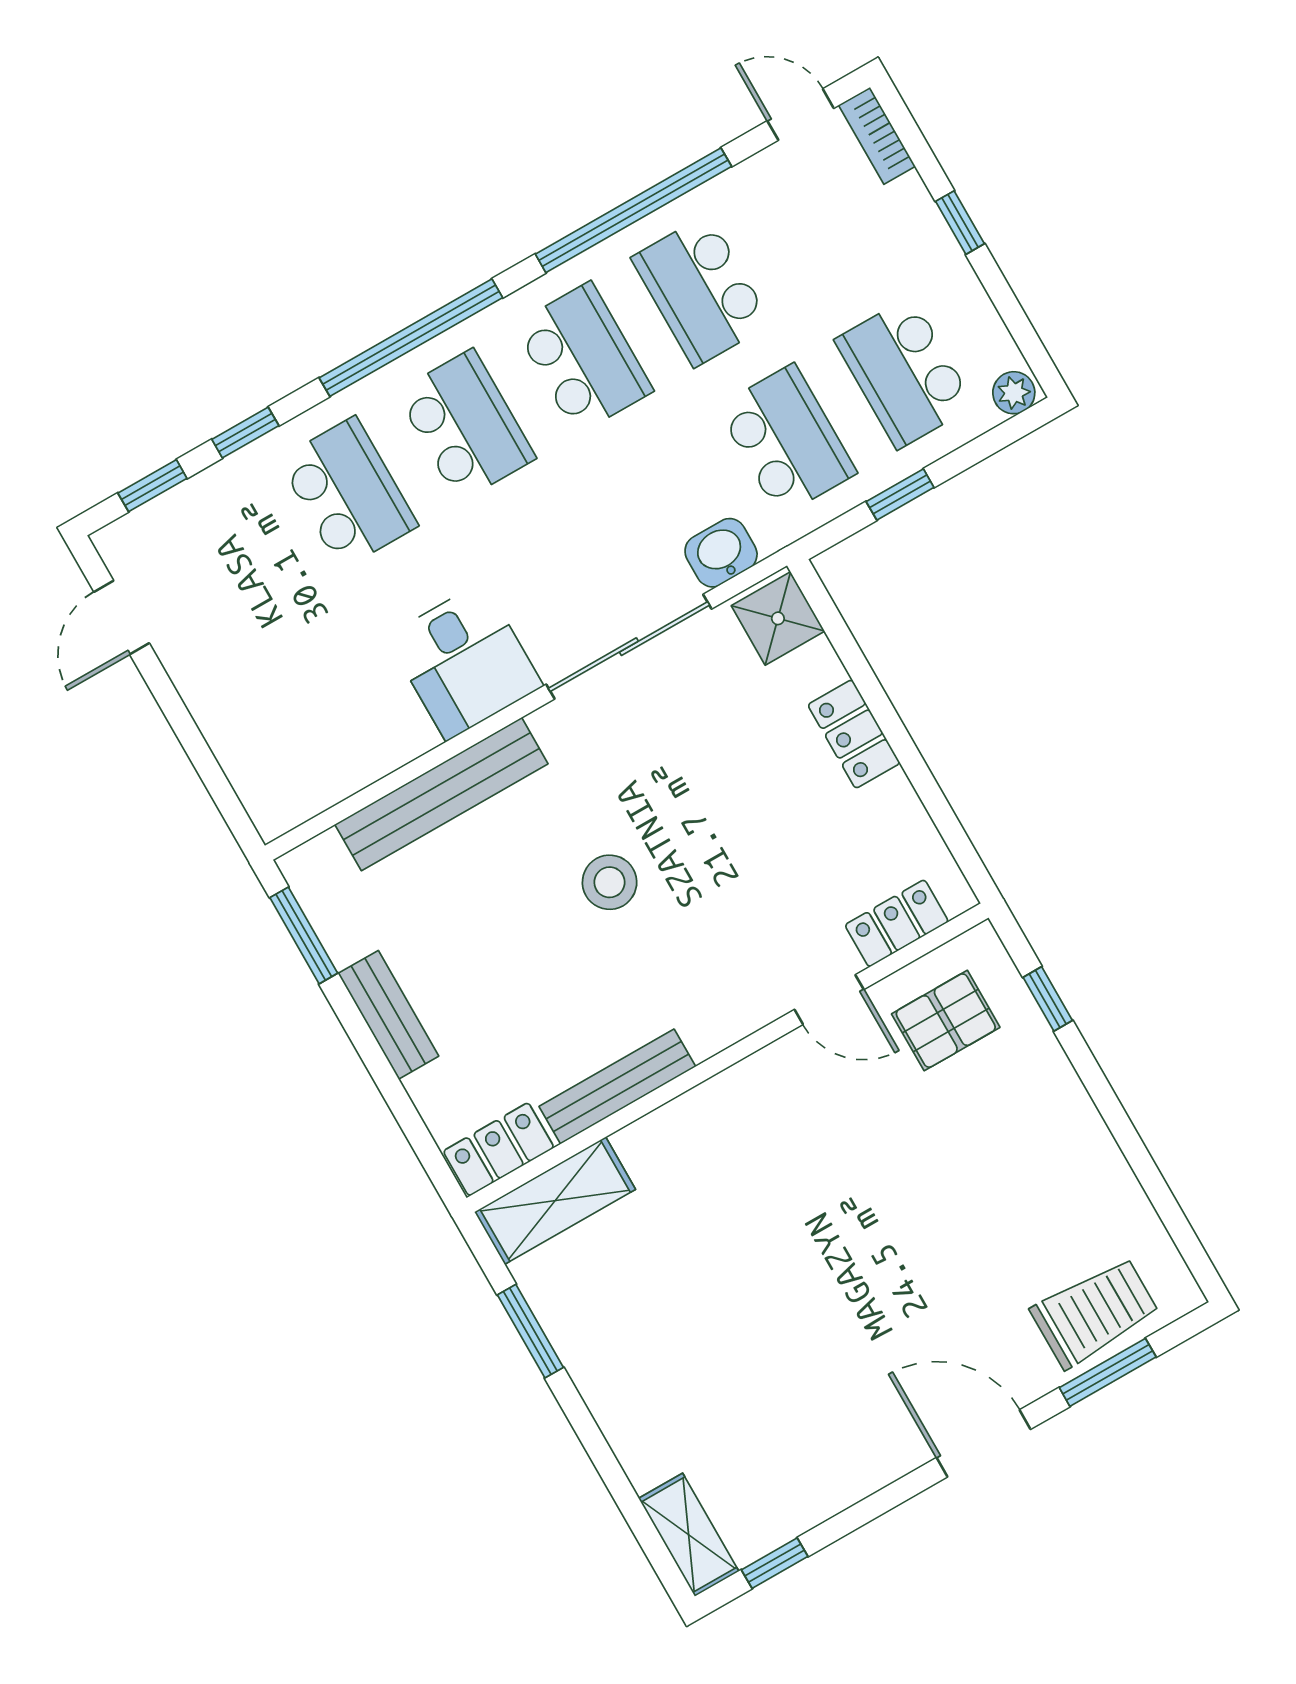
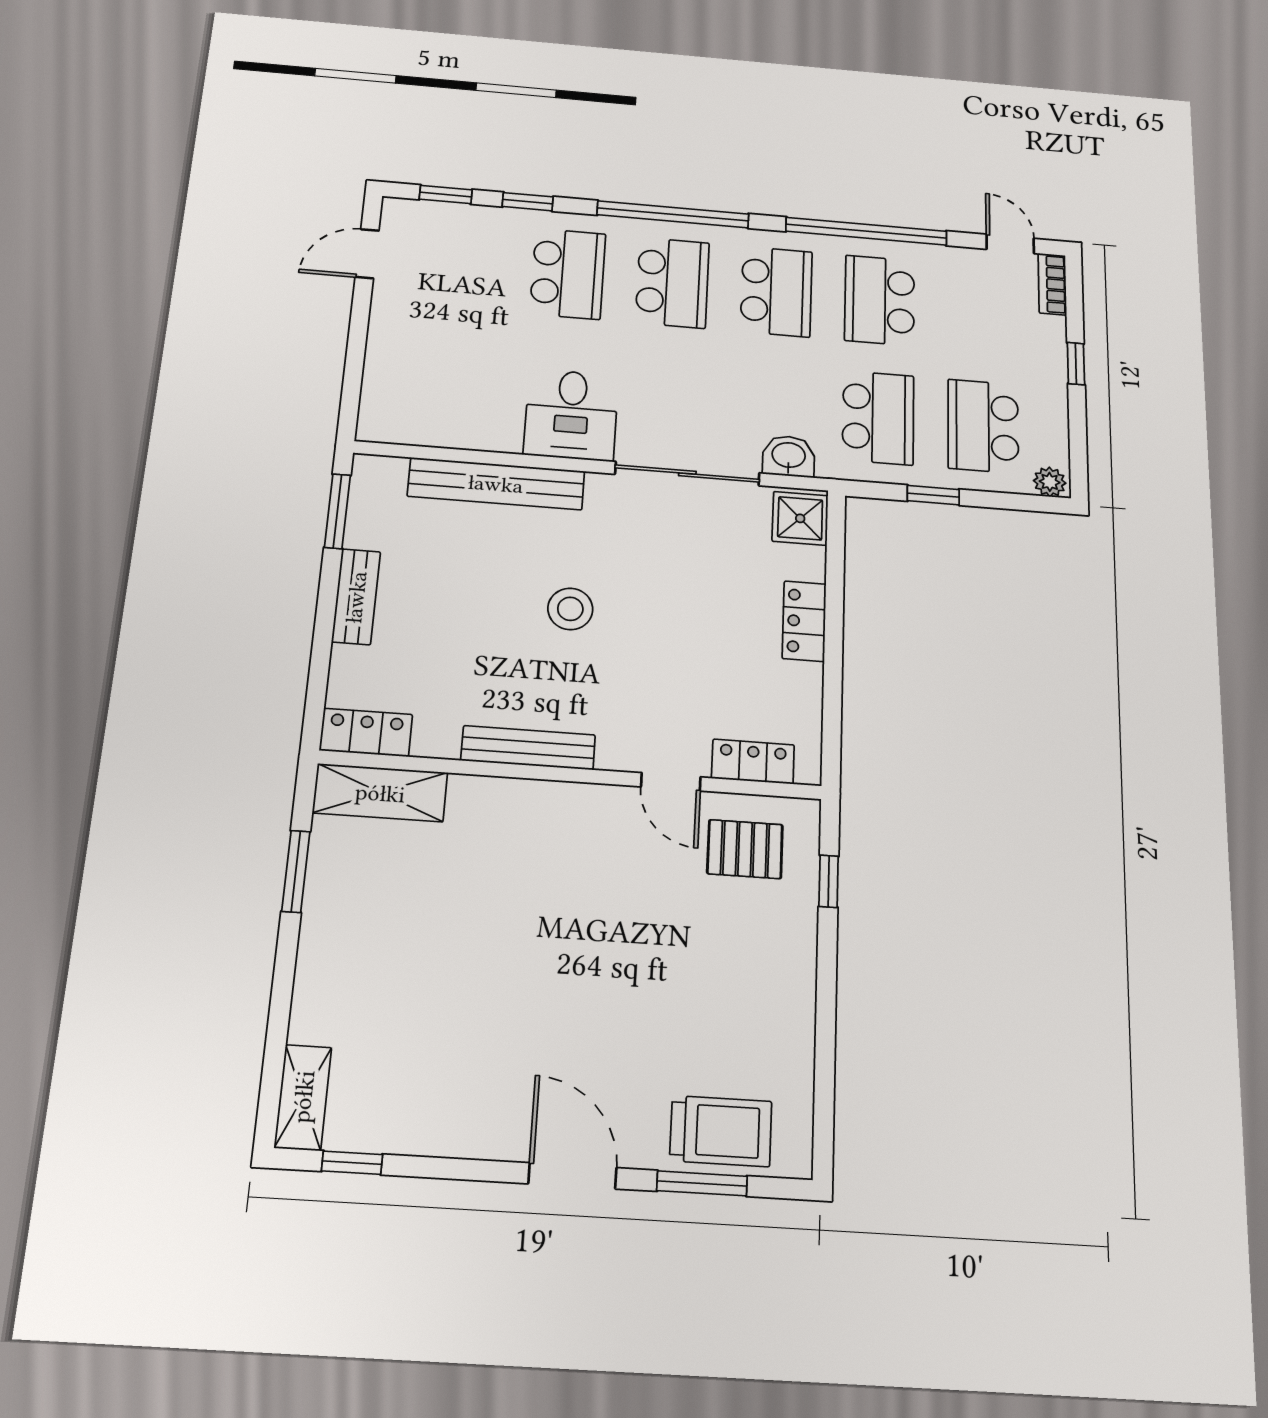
bench: (617, 1087) -> (528, 748), moved

